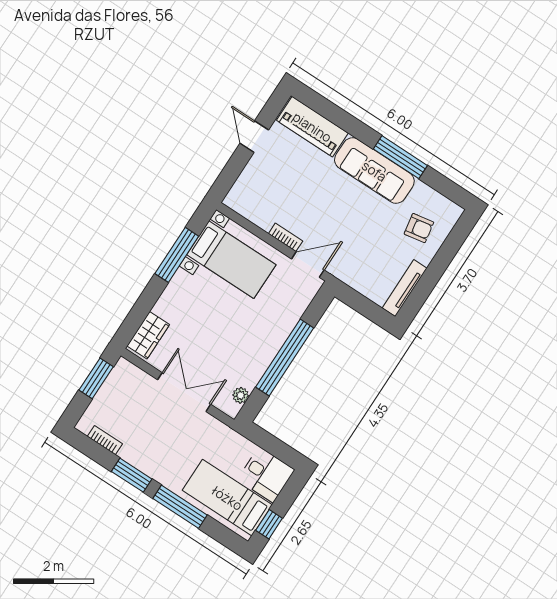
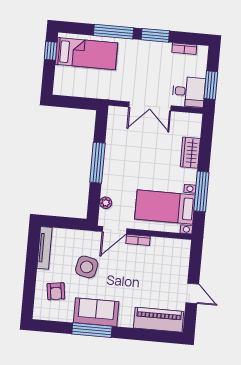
sofa: (374, 171) -> (96, 312), width x0.73
armchair: (419, 228) -> (56, 291), turned -88
side table: (366, 238) -> (87, 267), added
wardrobe: (148, 335) -> (190, 153), moved
window: (285, 358) -> (97, 163), width x0.68
plant: (241, 395) -> (106, 203), moved
desk: (266, 475) -> (189, 92), moved, turned 180

